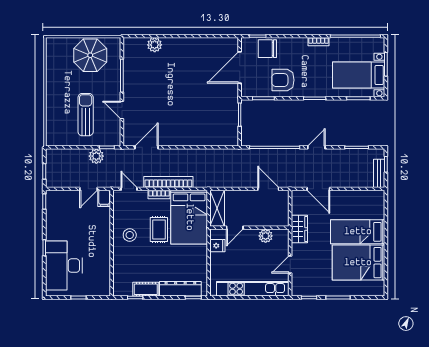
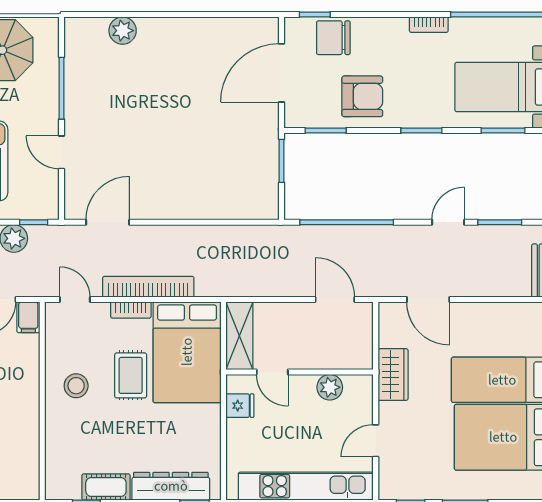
armchair: (283, 80) -> (362, 96), turned 180
door: (316, 147) -> (448, 222), moved
door: (235, 228) -> (272, 372), hinge flipped

